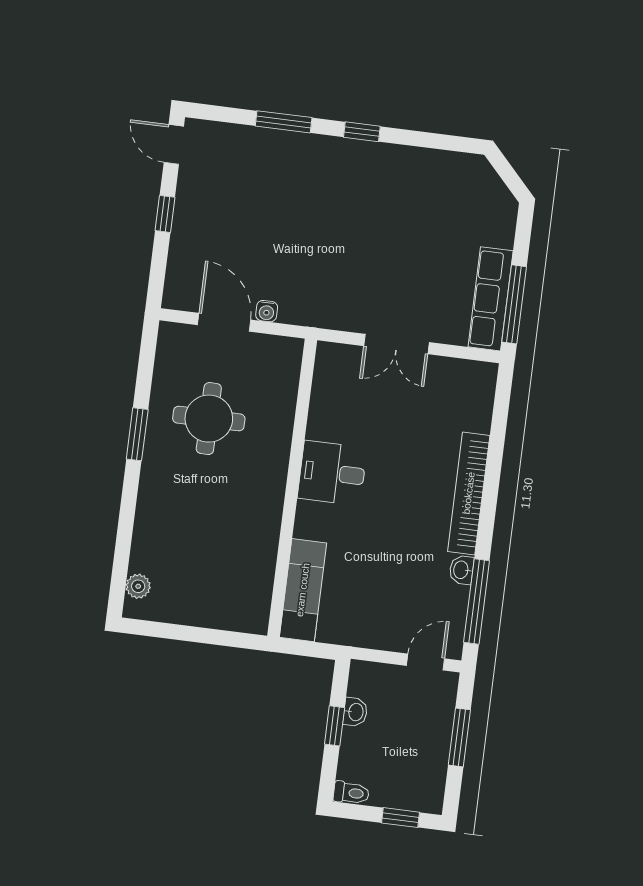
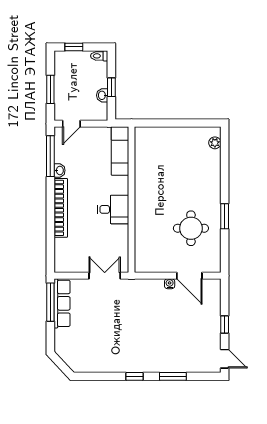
desk: (332, 473) -> (113, 209), moved
wall: (292, 488) -> (132, 200), moved
exam couch: (303, 590) -> (120, 151), moved

